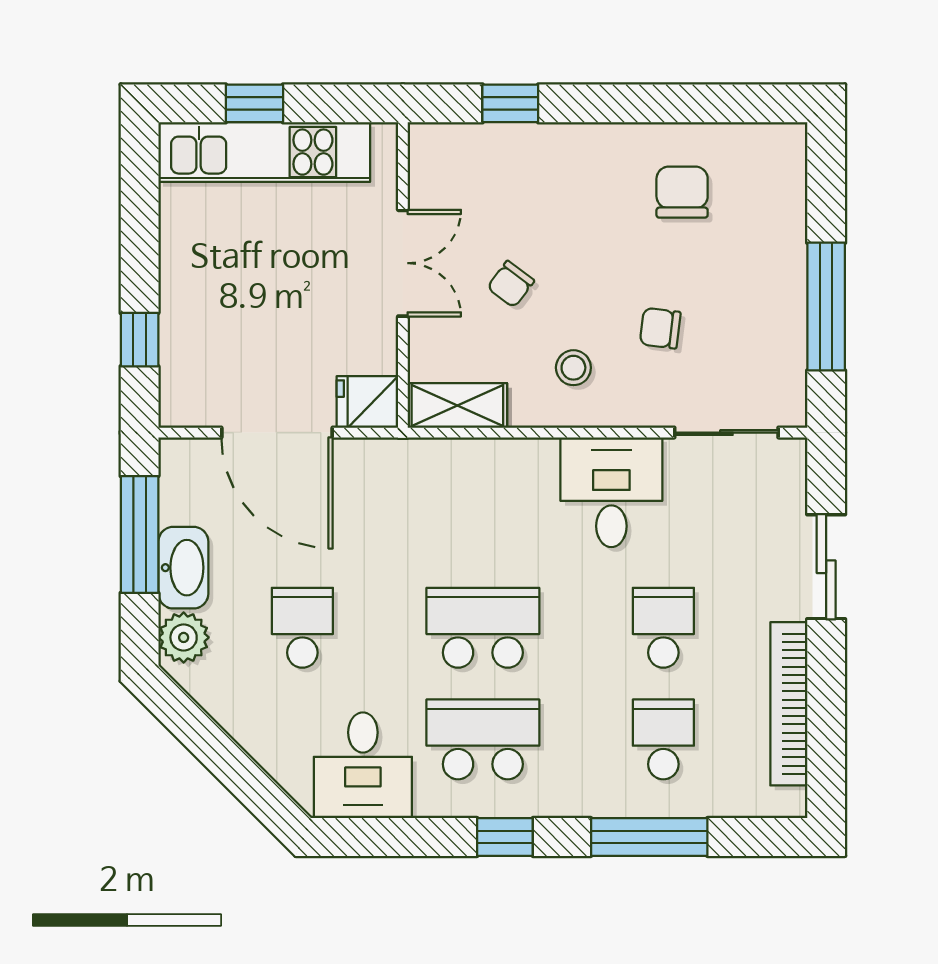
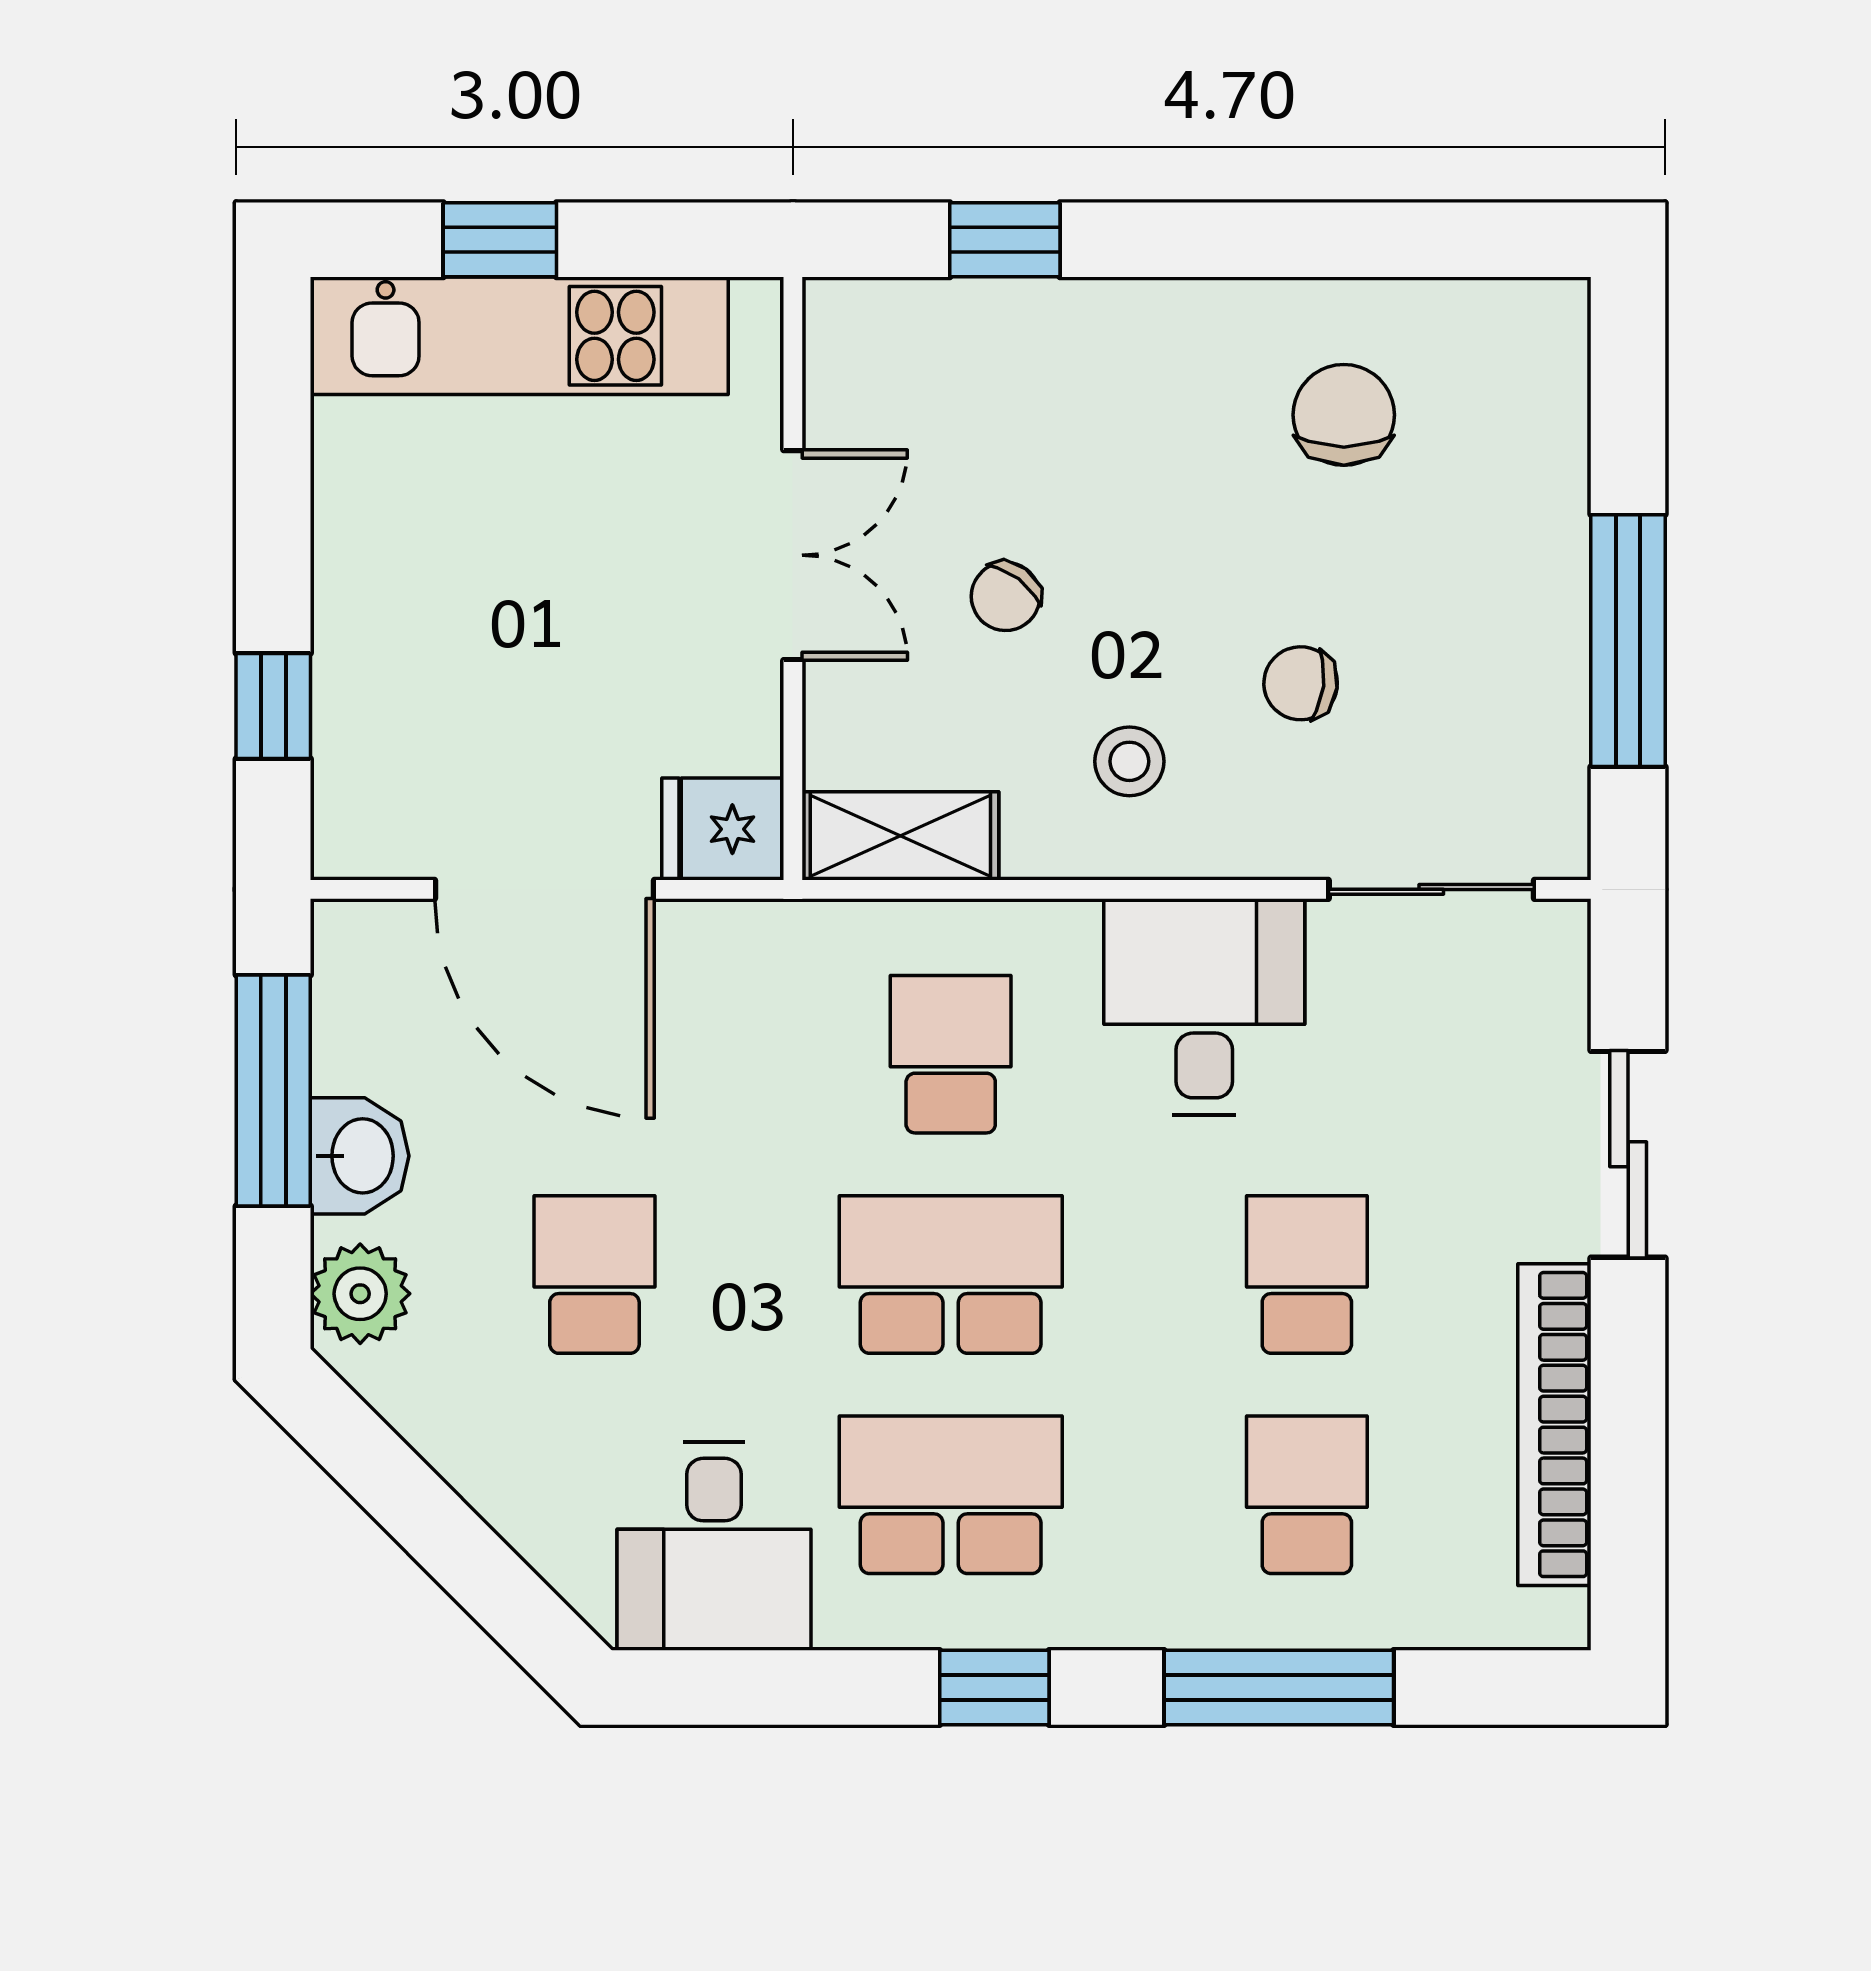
school desk: (483, 516) -> (951, 1054), added
washbasin: (183, 568) -> (360, 1156), width x0.72

